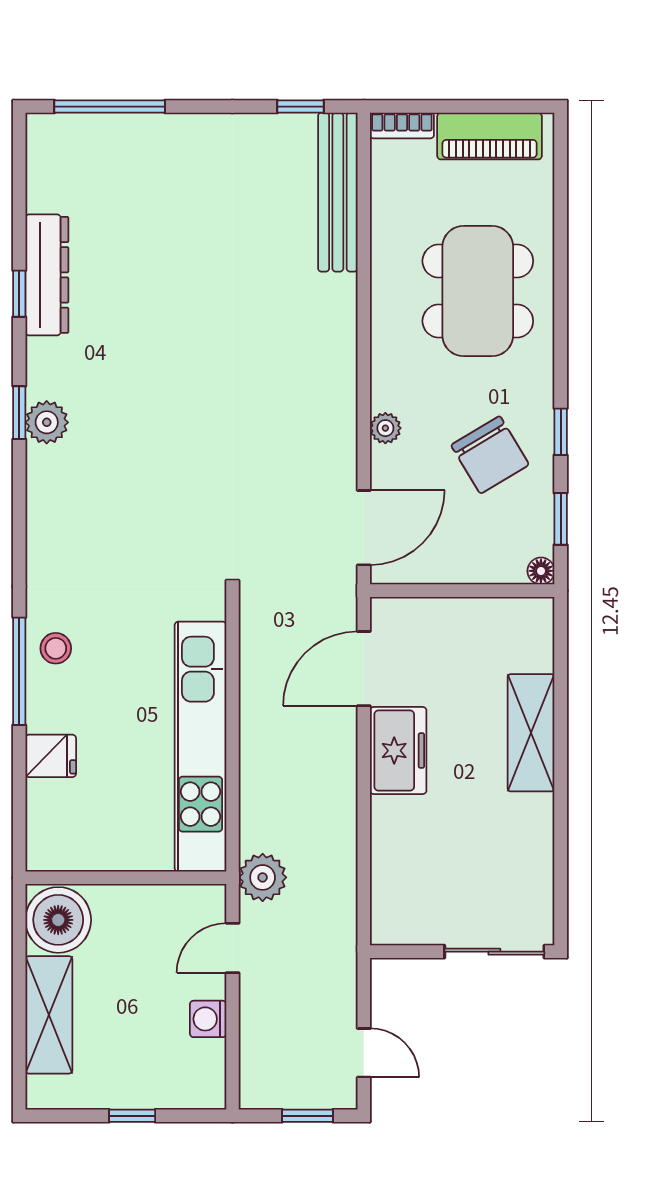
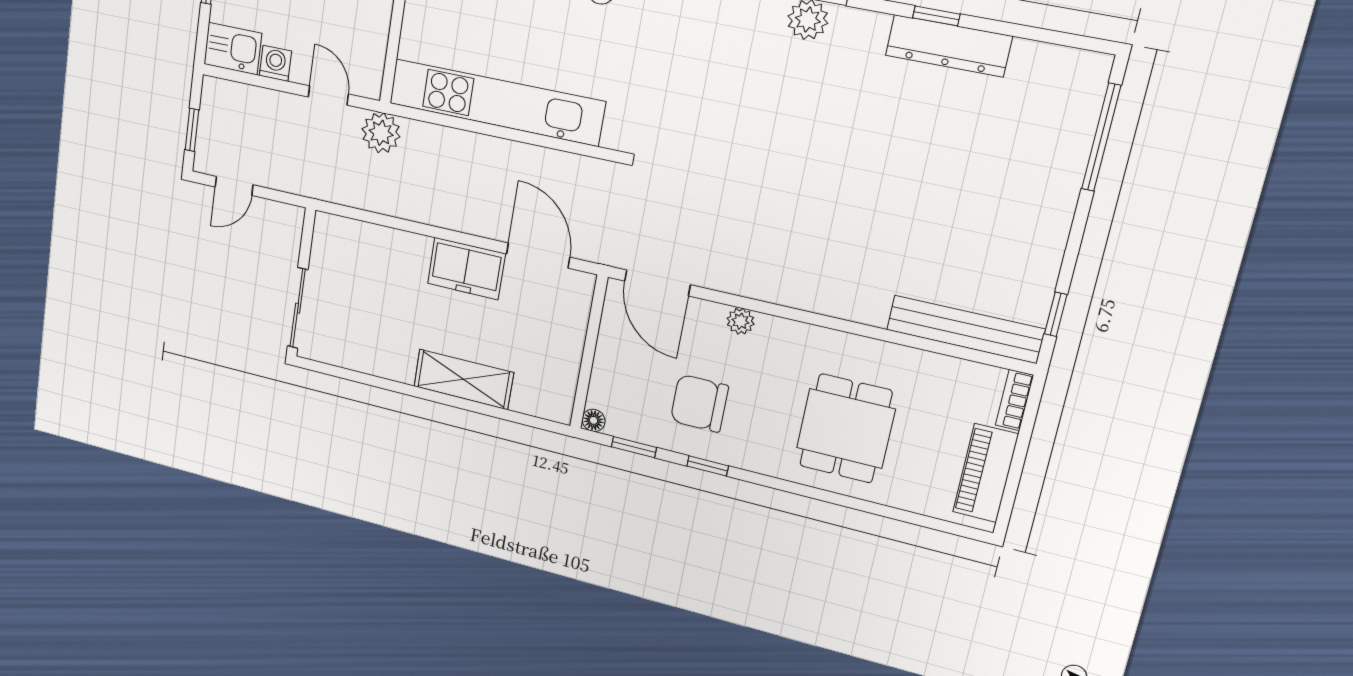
dining table: (478, 291) -> (846, 428), width x0.73
chair: (490, 455) -> (699, 403), turned 31
kitchen sink: (201, 1075) -> (233, 49), added

